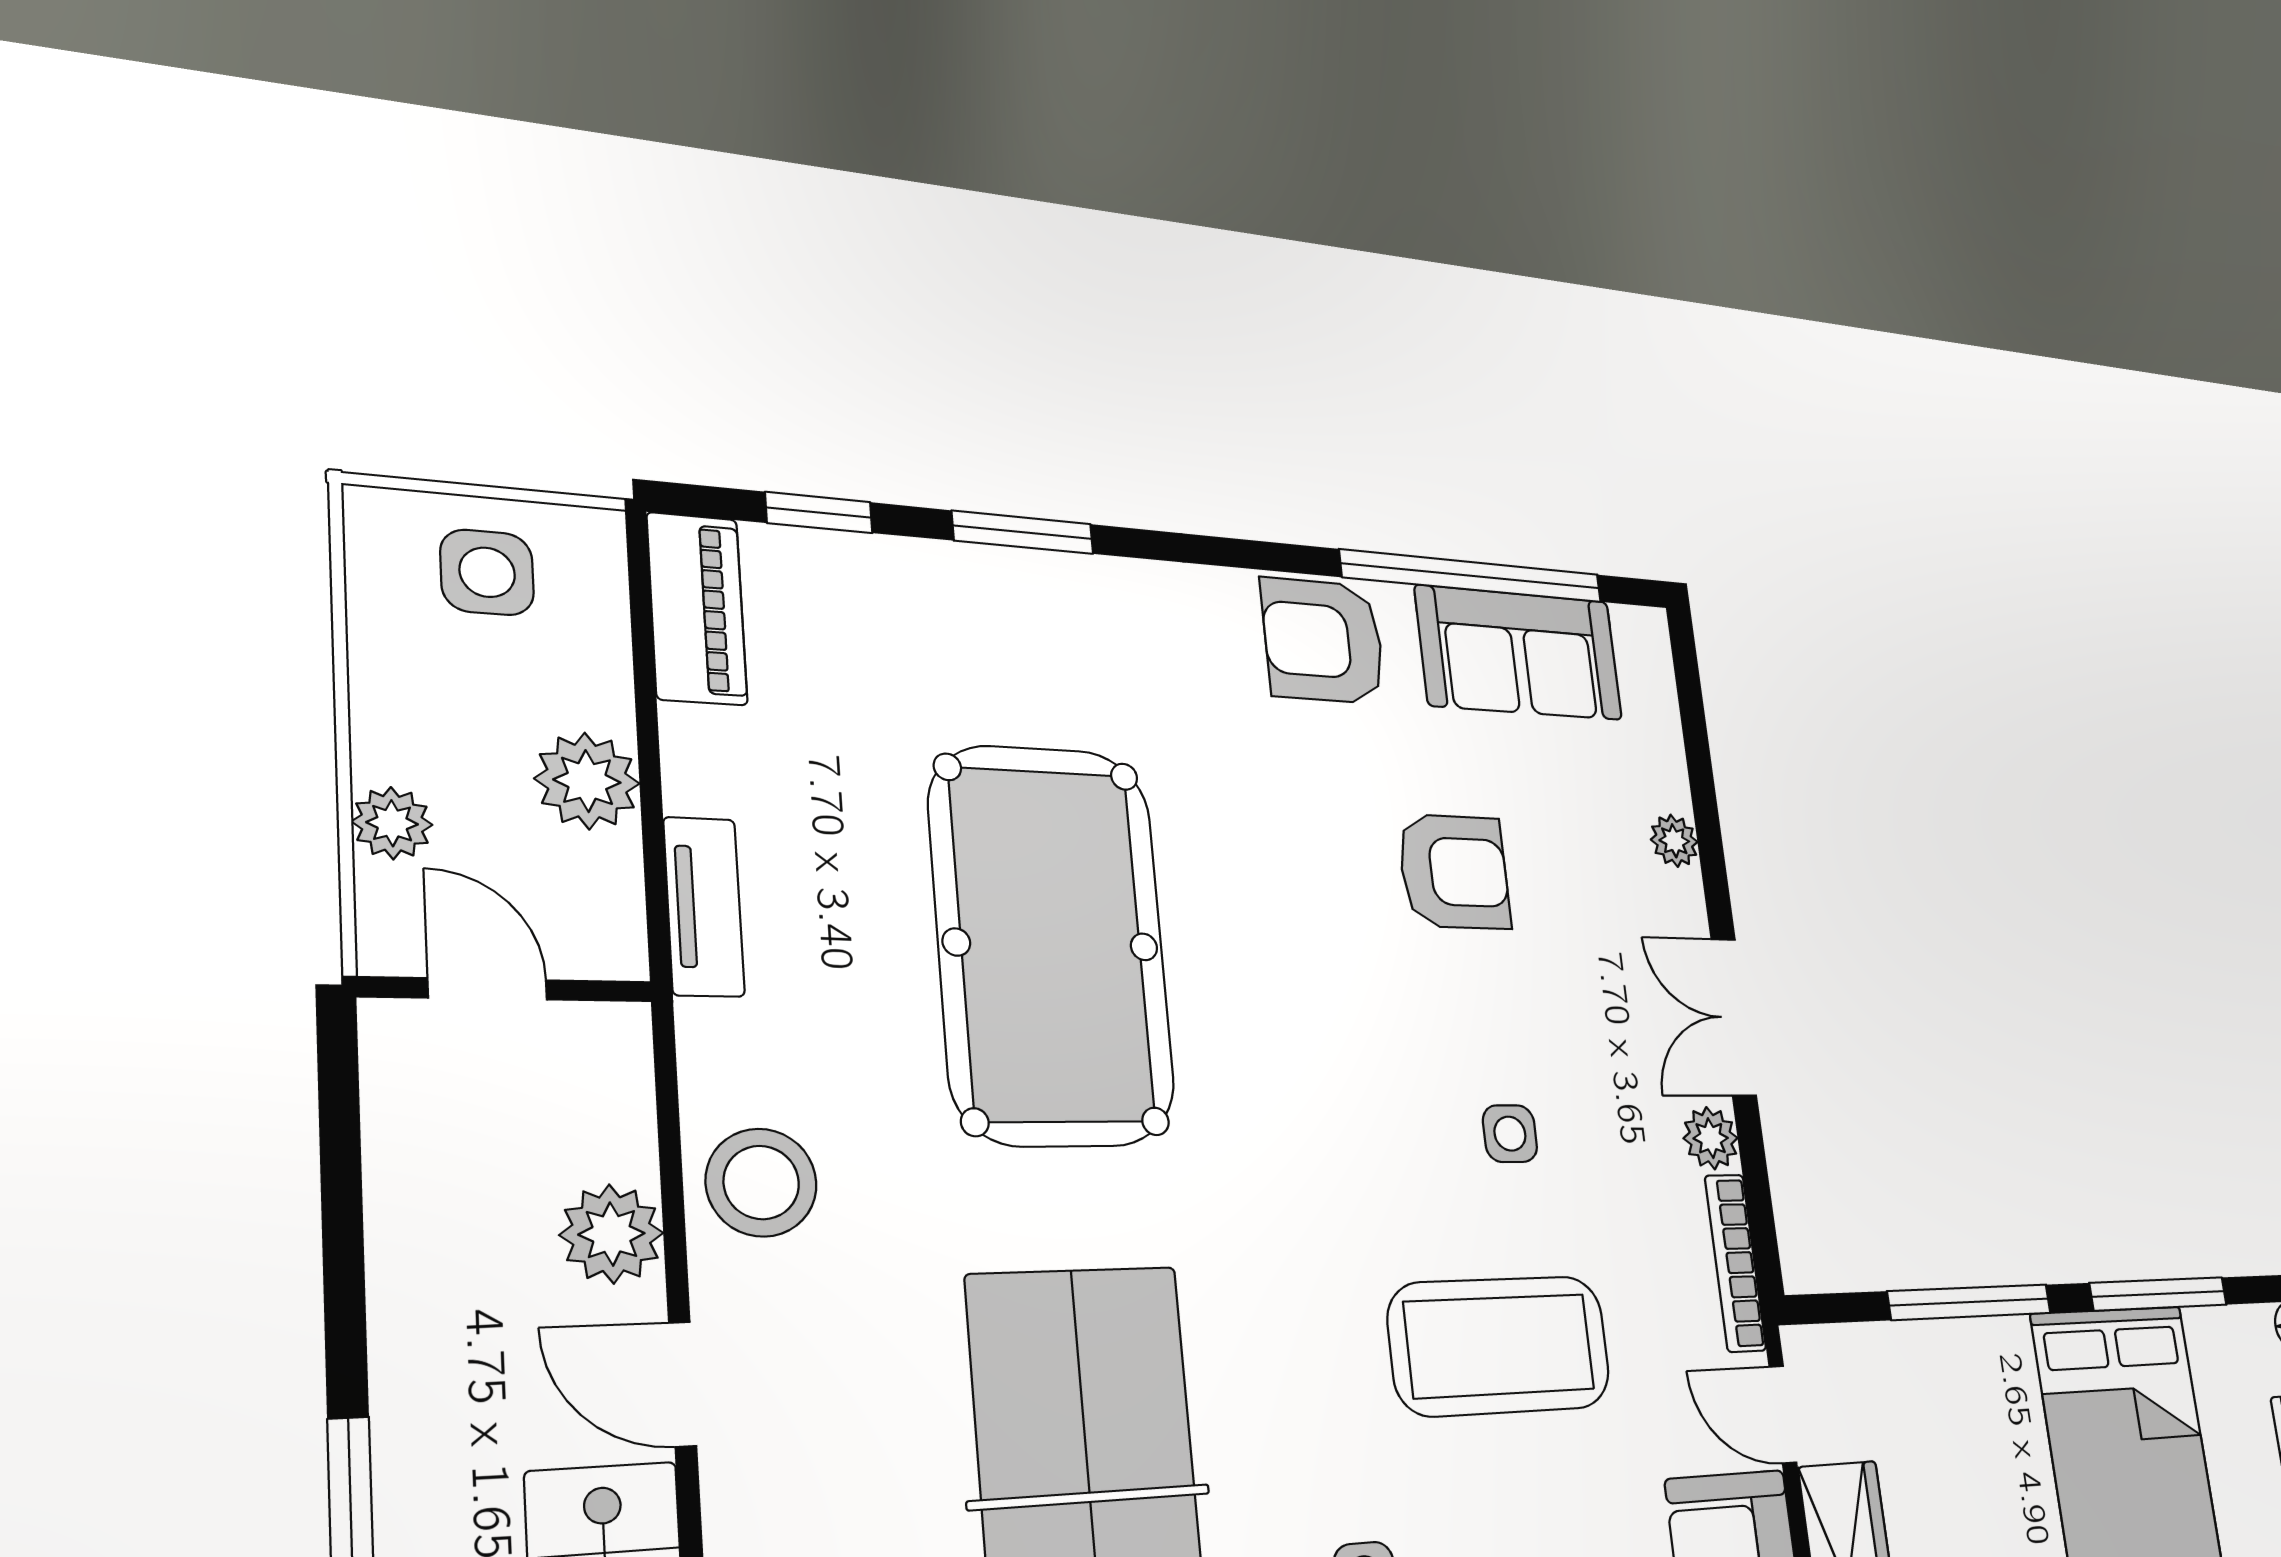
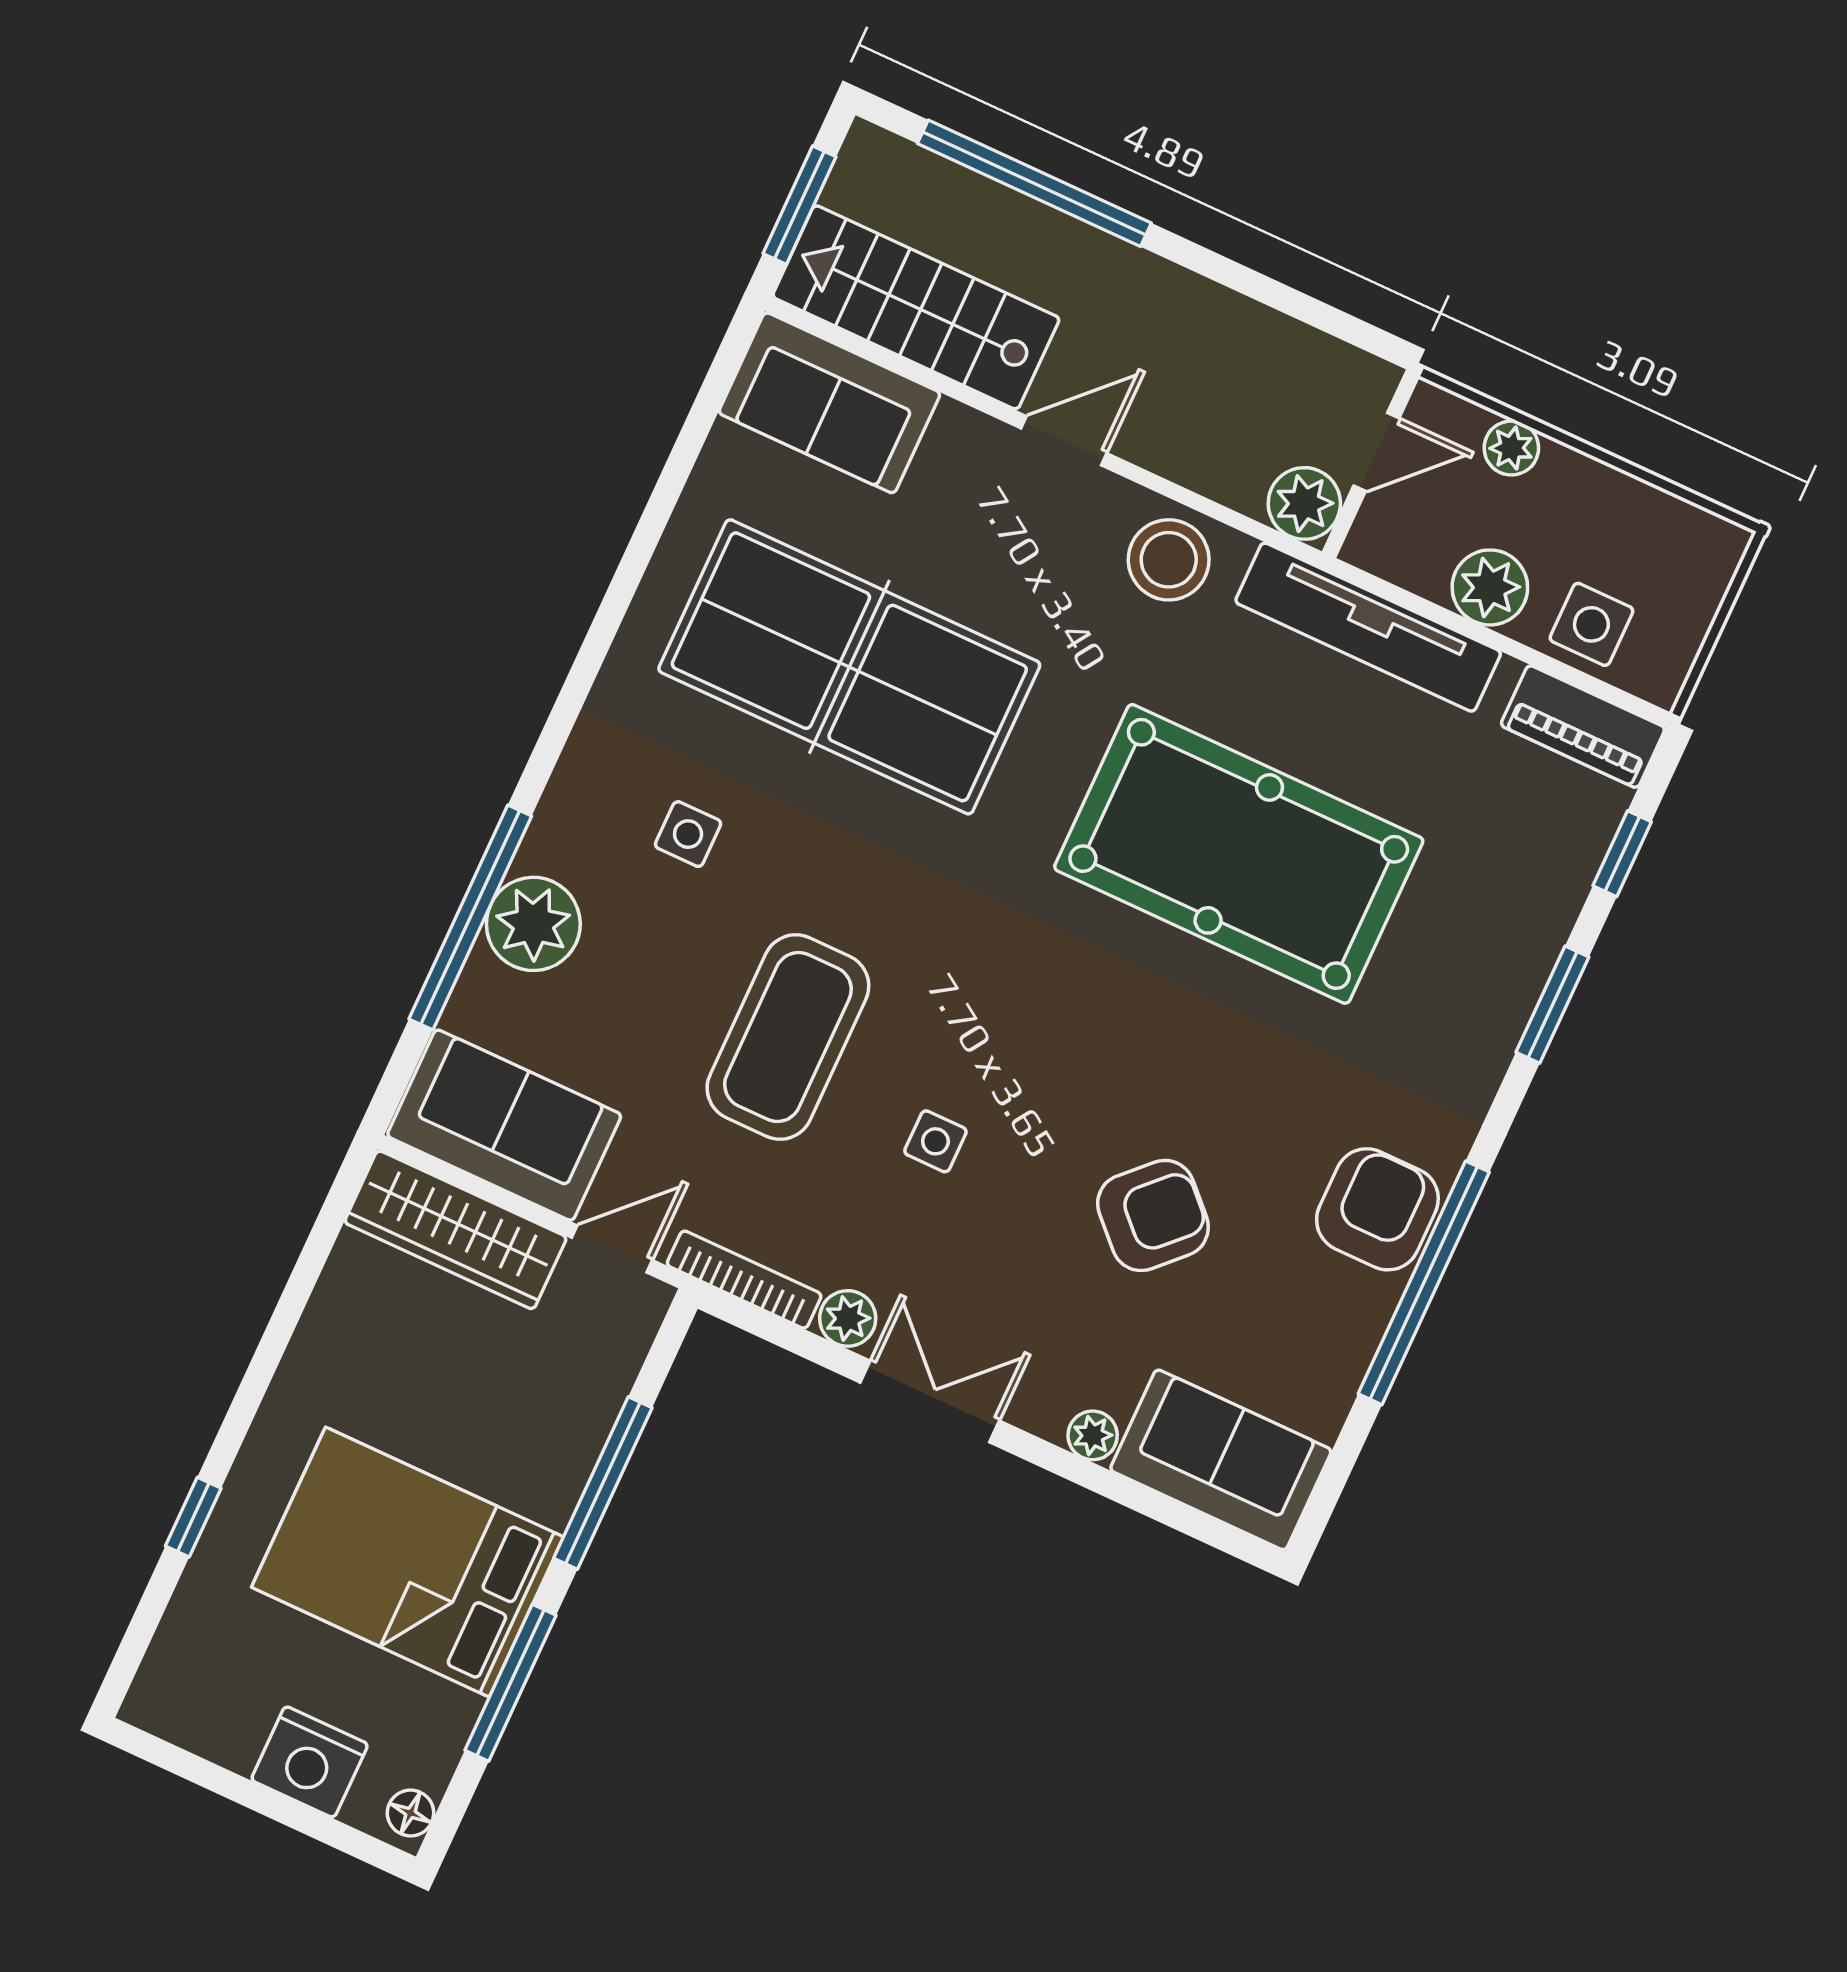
side table: (487, 572) -> (1591, 624), moved
window: (1473, 576) -> (1424, 1283), moved
sofa: (1519, 653) -> (1221, 1460), moved, turned 90
armchair: (1454, 872) -> (1153, 1215), turned -135
tv unit: (704, 907) -> (1368, 627), width x1.92, depth x1.29
plant: (611, 1234) -> (1304, 503), moved

